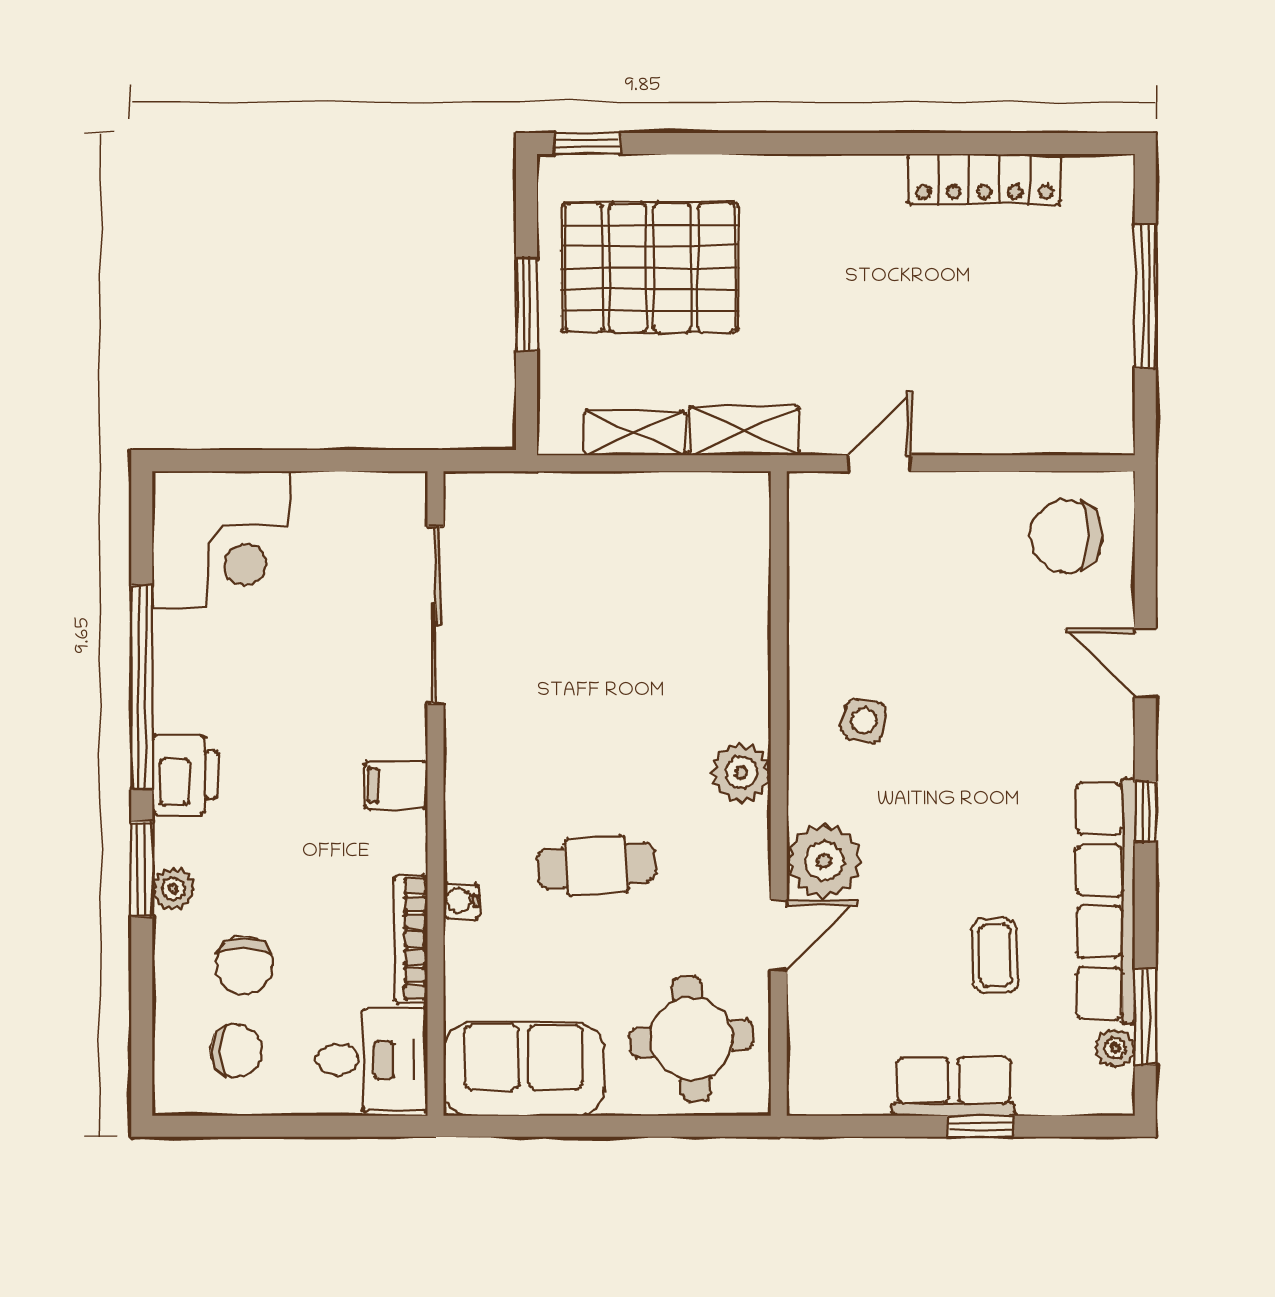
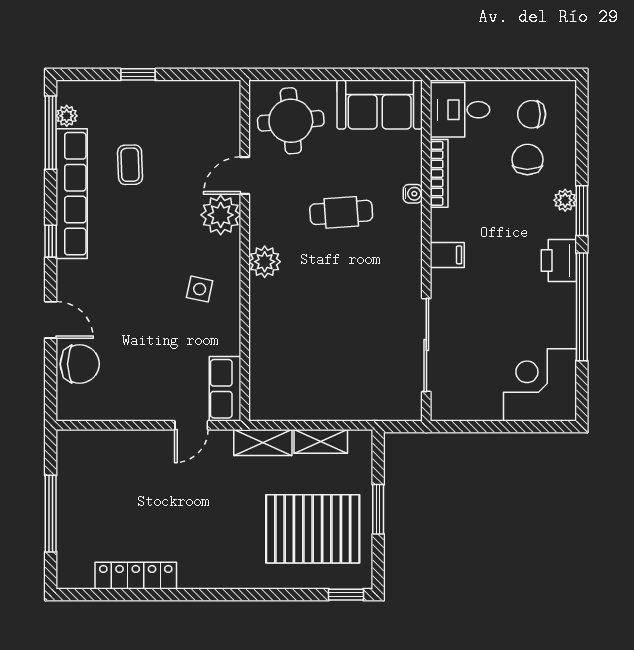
chair: (1066, 536) -> (80, 364), moved
window: (1145, 1016) -> (51, 133), width x1.44
row of seats: (953, 1087) -> (225, 389), moved, turned 90

